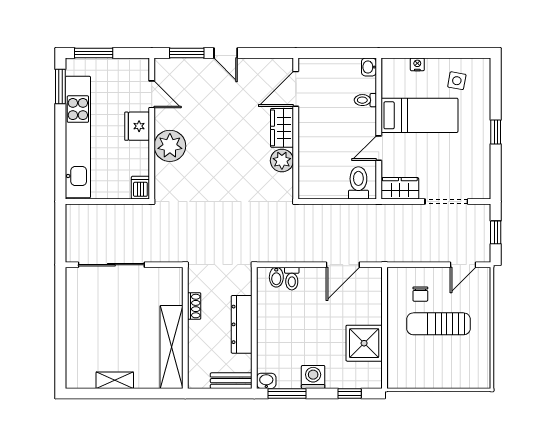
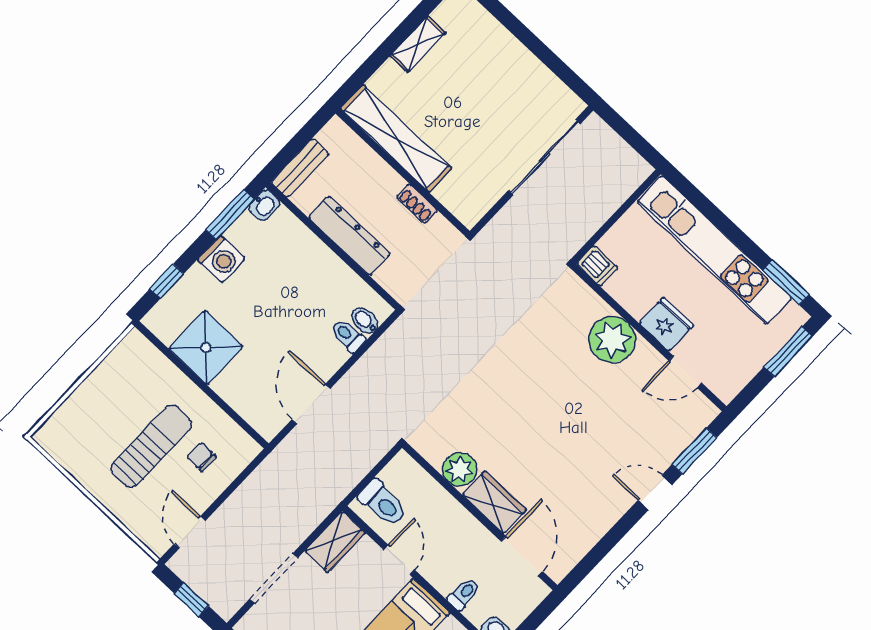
door: (296, 89) -> (522, 556), moved
wardrobe: (282, 128) -> (494, 502), moved
wall: (296, 129) -> (480, 516), moved
plant: (282, 161) -> (460, 469), moved

